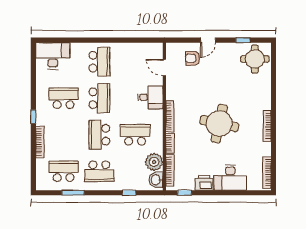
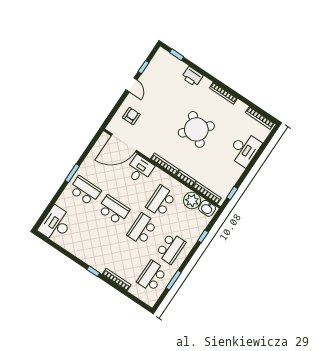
window: (107, 40) -> (72, 173), added
door: (208, 40) -> (132, 85), moved
armchair: (193, 58) -> (131, 116), turned 180
round table: (255, 59) -> (165, 68), removed
window: (273, 62) -> (177, 55), added
door: (164, 68) -> (124, 143), width x1.87
school desk: (64, 98) -> (95, 238), removed
round table: (219, 124) -> (196, 129), turned 30
school desk: (99, 135) -> (142, 229), turned 90
printer: (204, 183) -> (192, 76), moved, turned -90

